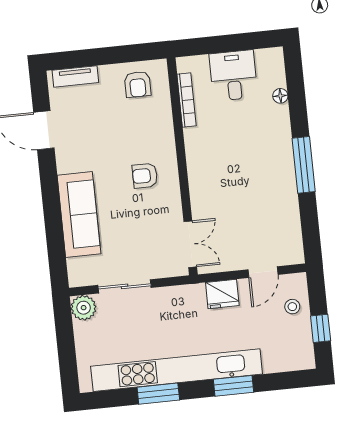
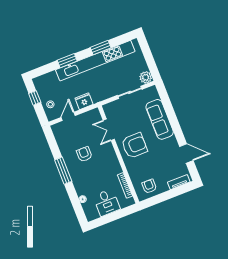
armchair: (145, 176) -> (134, 145), width x1.88, depth x1.88
armchair: (252, 186) -> (84, 154), added
double door: (190, 244) -> (109, 130), moved

